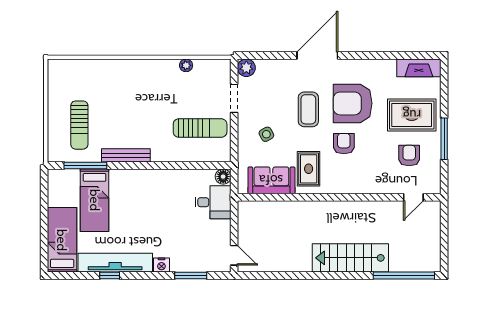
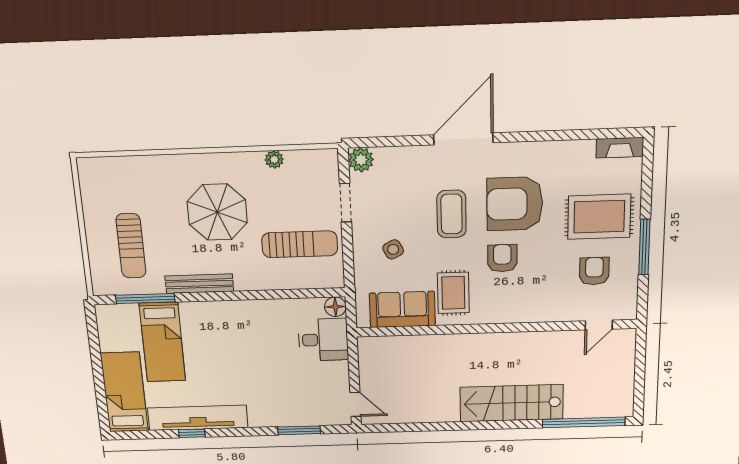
fireplace: (419, 68) -> (620, 148), width x0.73, depth x0.76
parasol: (143, 102) -> (217, 212), added
nightstand: (161, 265) -> (259, 419), removed

